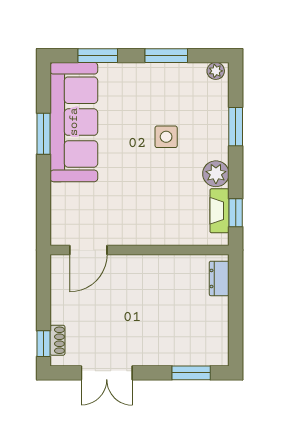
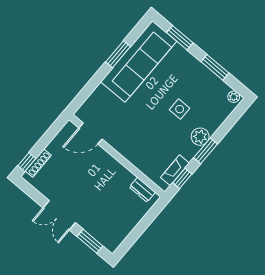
window: (236, 127) -> (206, 151), moved
plant: (216, 174) -> (200, 137), moved
dresser: (219, 278) -> (142, 190), moved, turned -90
shoe rack: (58, 340) -> (38, 163), width x1.43
double door: (107, 373) -> (59, 215), moved

